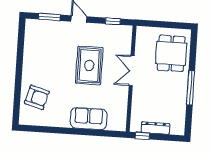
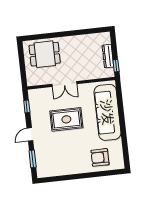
window: (191, 88) -> (70, 33), removed
armchair: (37, 97) -> (100, 157), turned -106
sofa: (89, 119) -> (108, 112), width x1.85, depth x1.27

